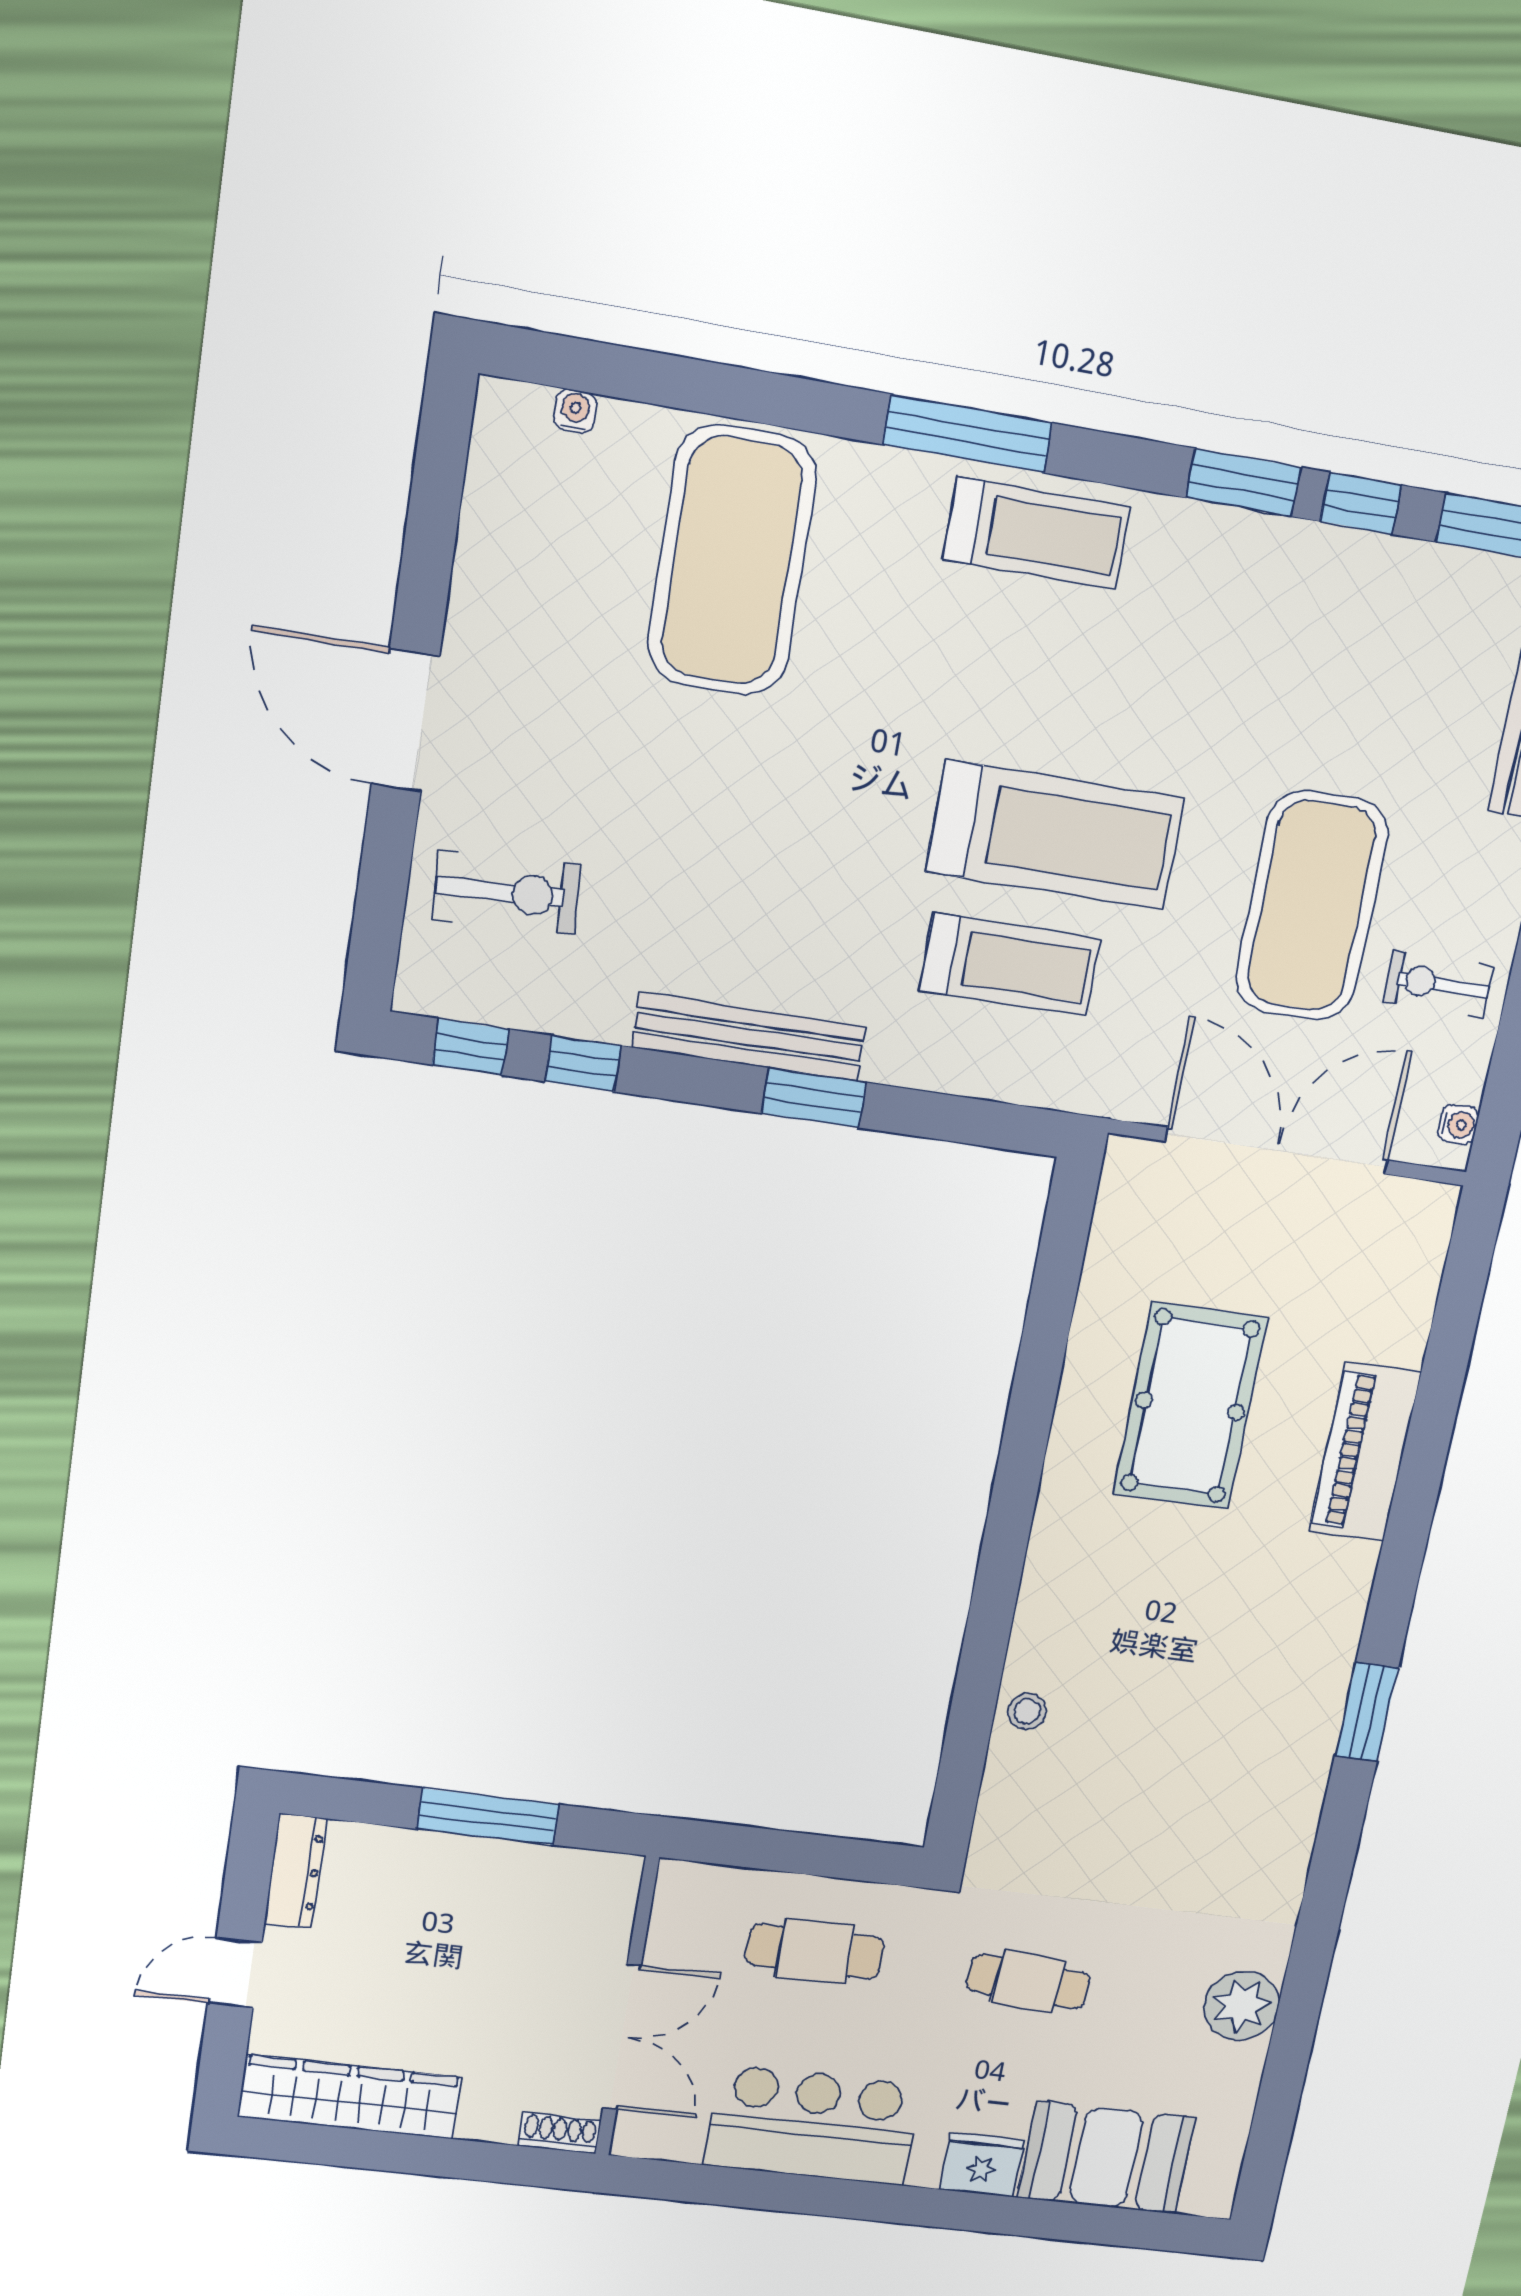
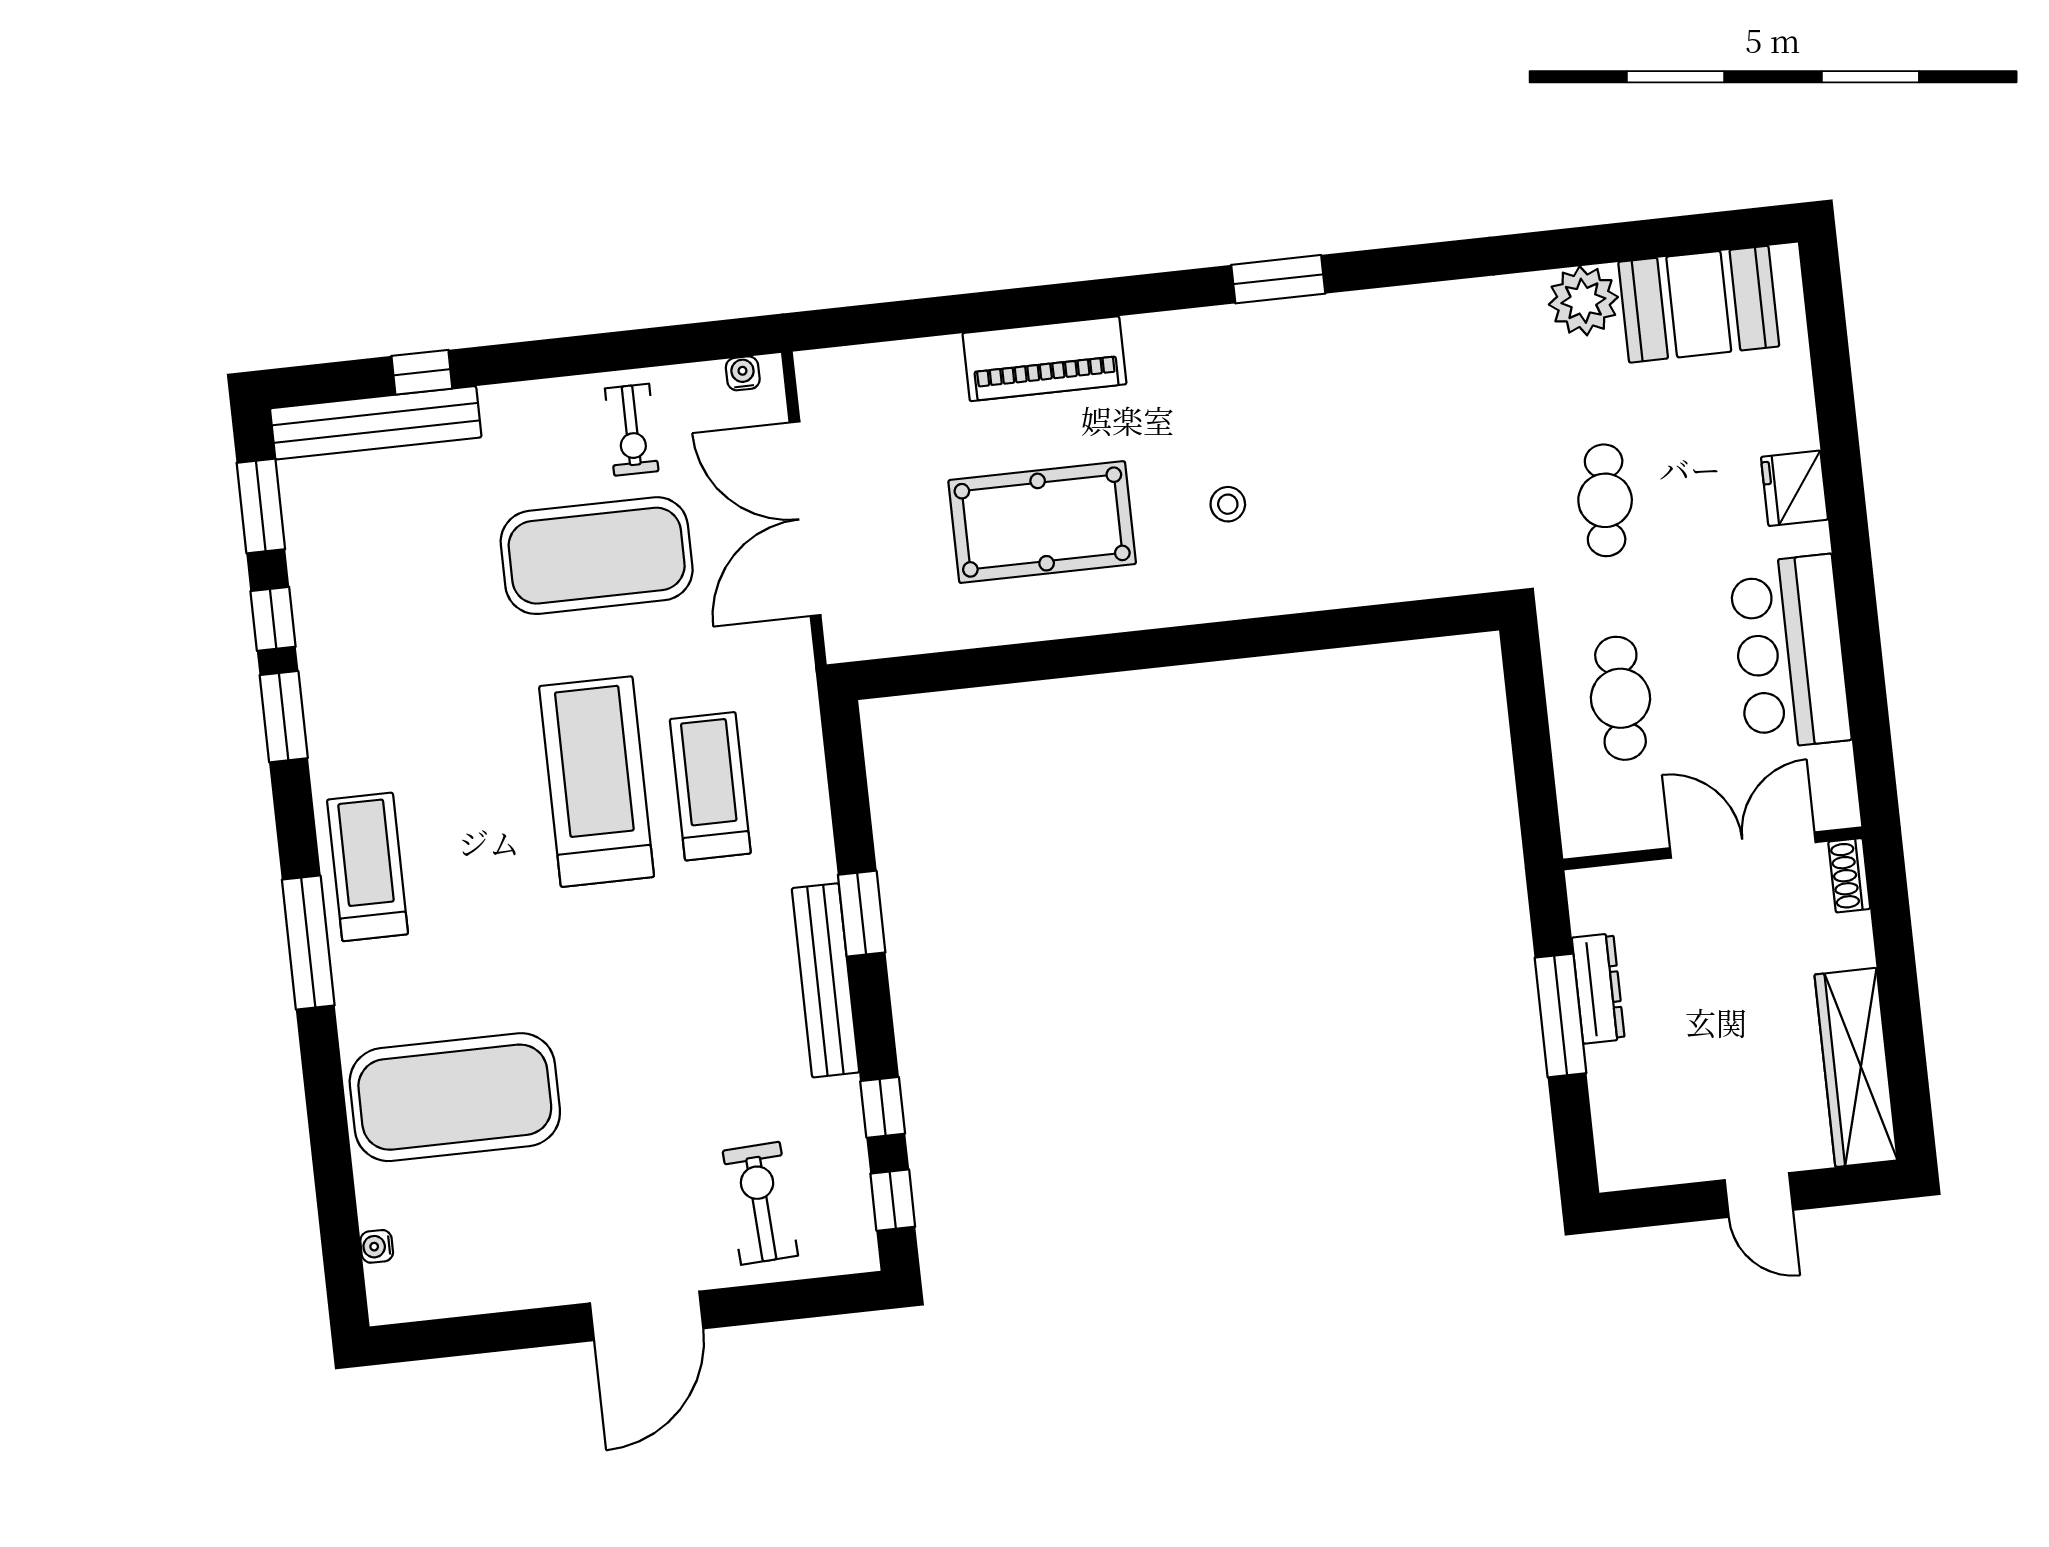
stool: (1027, 1711) -> (1228, 504), moved
dresser: (295, 1871) -> (1598, 988), moved, turned 90
booth: (1106, 2158) -> (1699, 304), moved, turned 90

